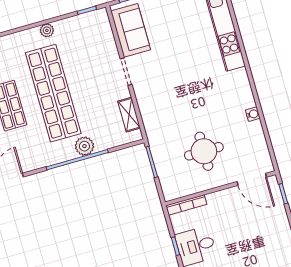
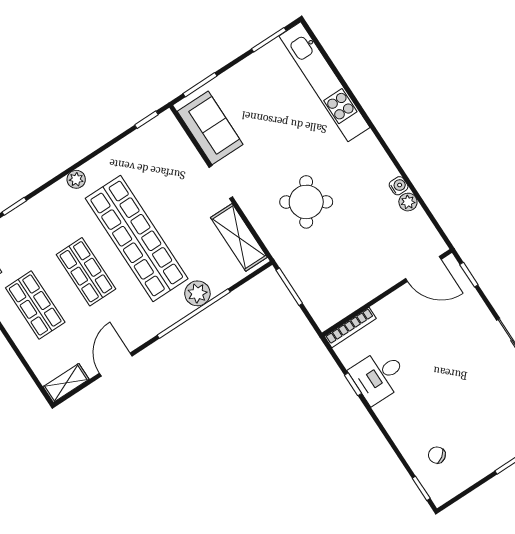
plant: (47, 30) -> (76, 179), moved
shelving: (129, 115) -> (239, 237), width x1.50, depth x1.33
plant: (256, 128) -> (408, 202), added
round table: (204, 151) -> (306, 202), moved, turned 33

